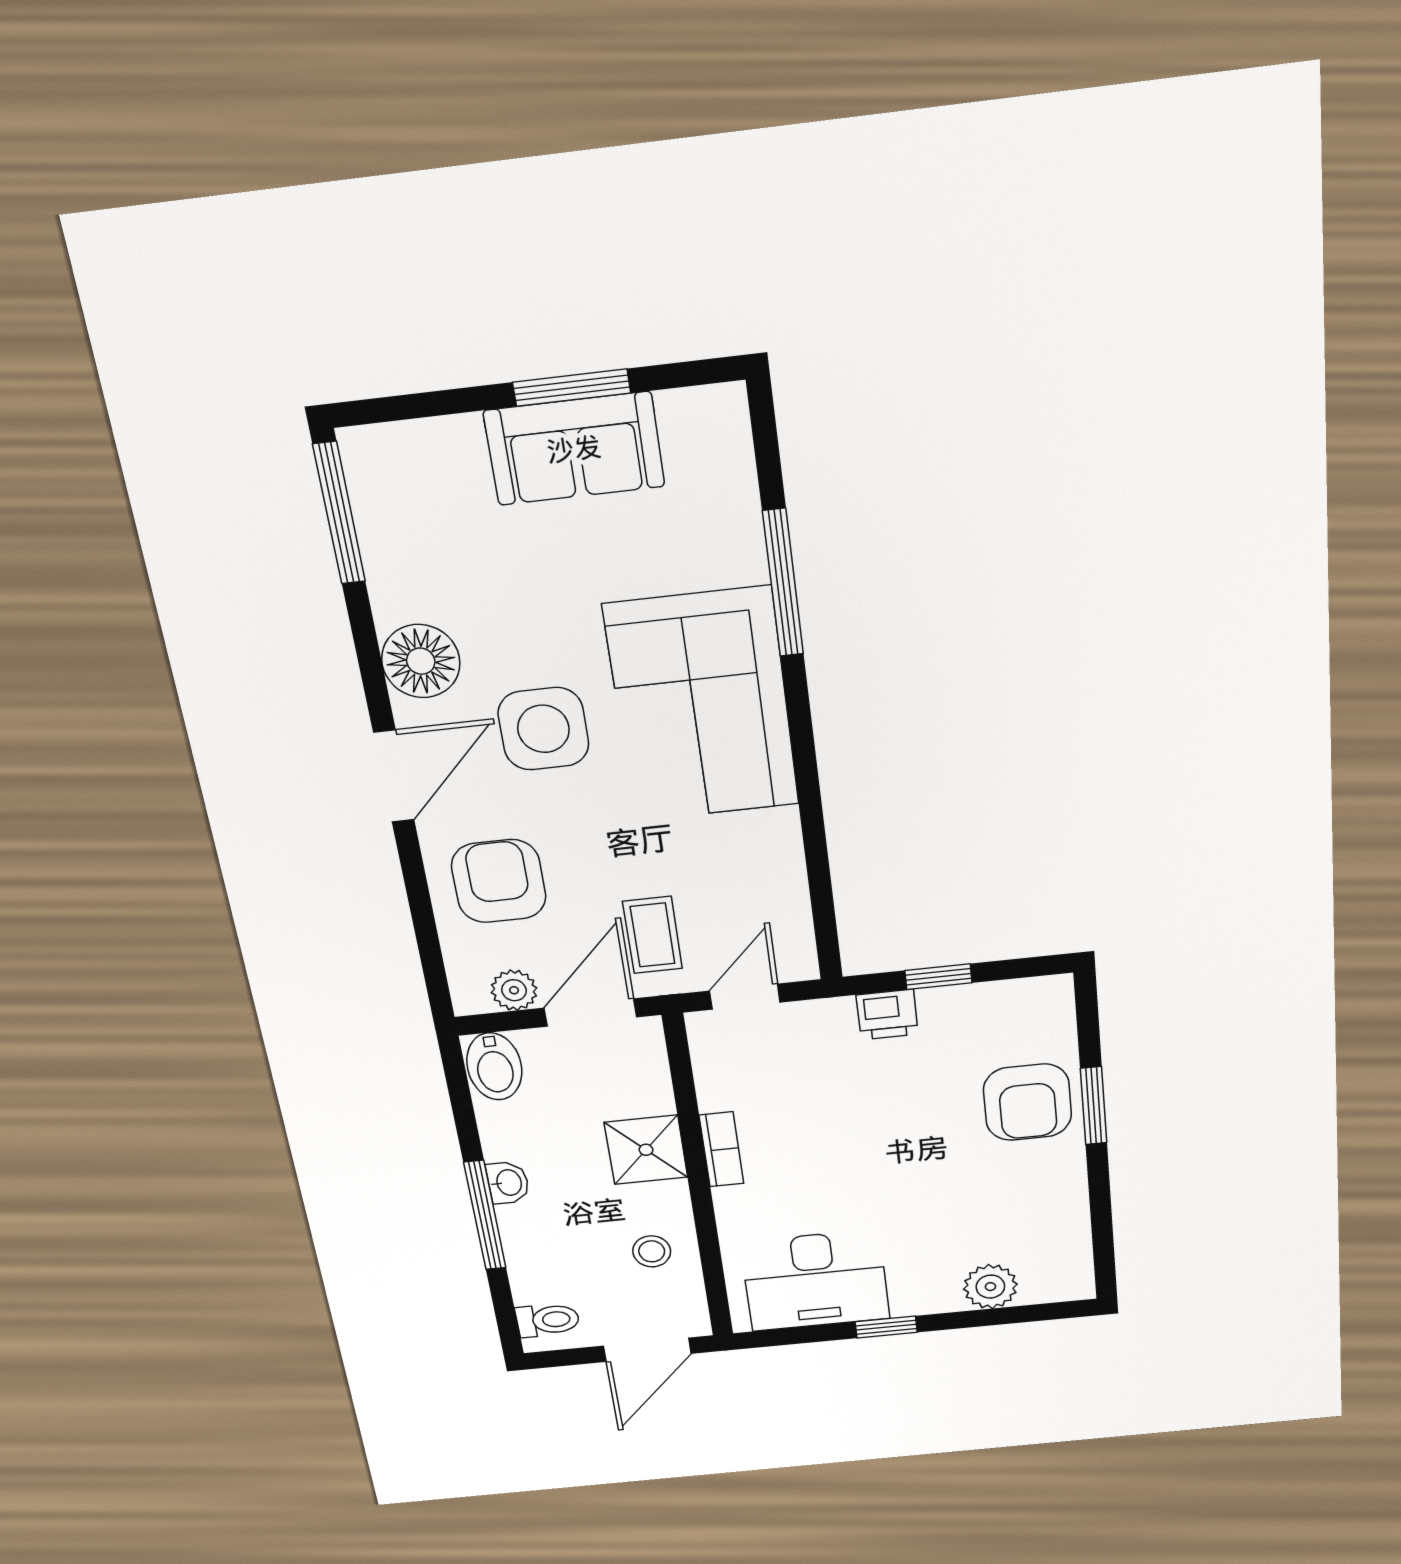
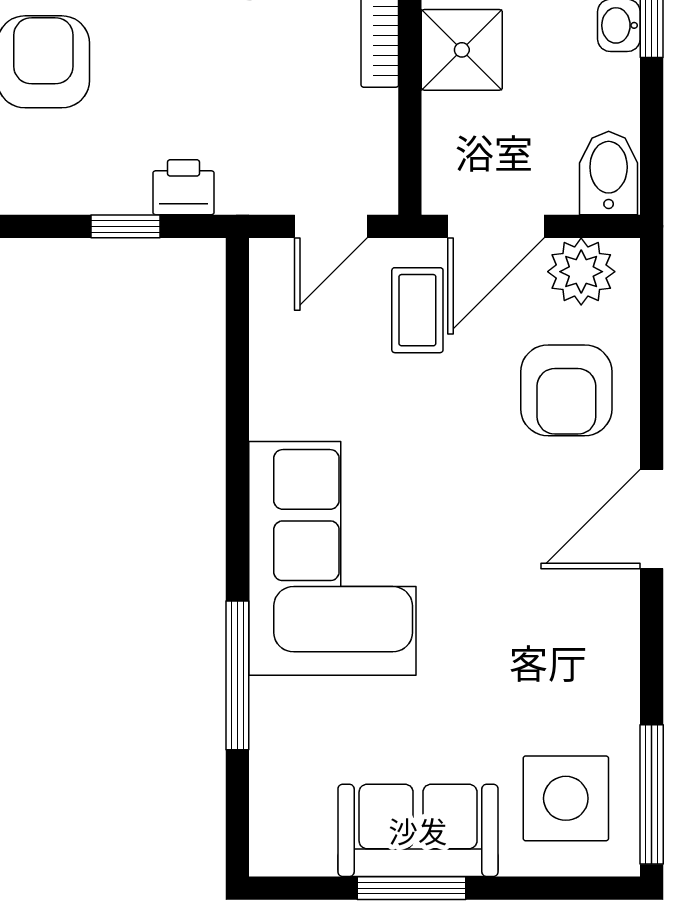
floor lamp: (421, 661) -> (602, 637), removed
side table: (543, 729) -> (566, 798), moved
plant: (514, 990) -> (581, 272), width x1.38, depth x1.38

